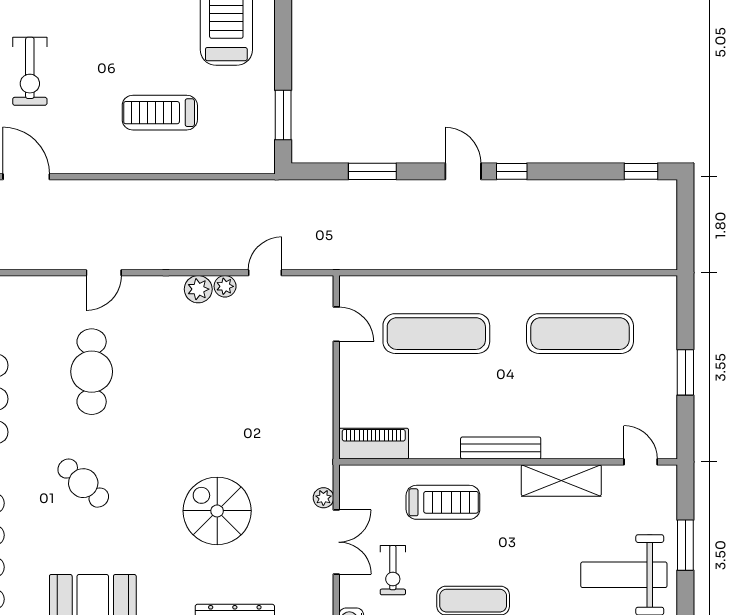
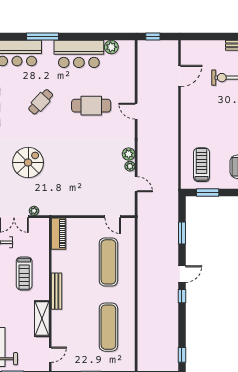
treadmill: (160, 113) -> (202, 165), moved
door: (336, 324) -> (113, 217), hinge flipped
treadmill: (443, 502) -> (24, 273), moved

